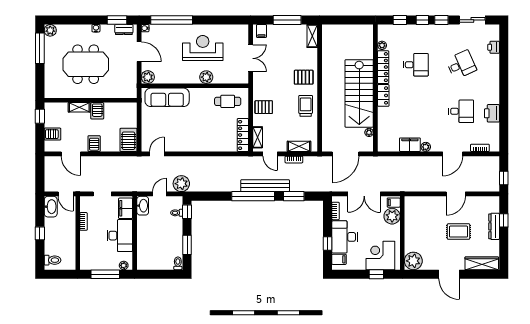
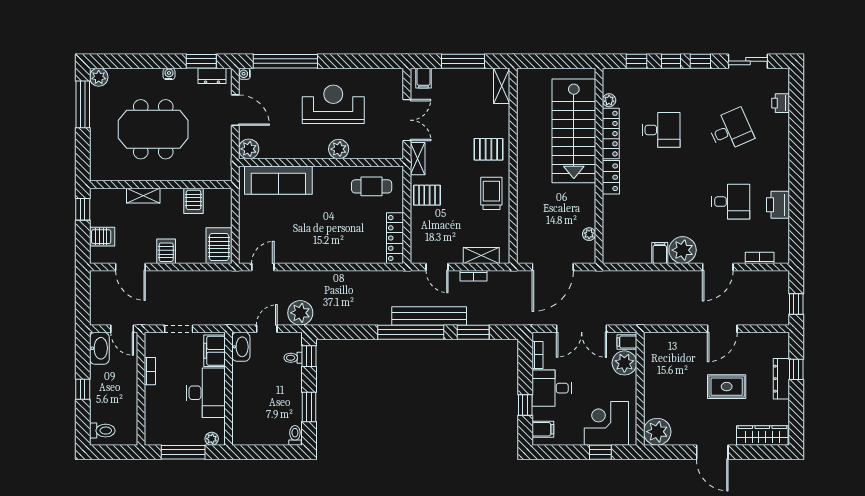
stairs: (359, 93) -> (574, 131), moved
server rack: (97, 111) -> (194, 201), moved
shelving: (258, 137) -> (418, 159), moved
filing cabinet: (410, 145) -> (660, 253), width x0.50
plant: (426, 147) -> (683, 250), width x1.87, depth x1.87
desk: (345, 237) -> (552, 388), width x0.73

